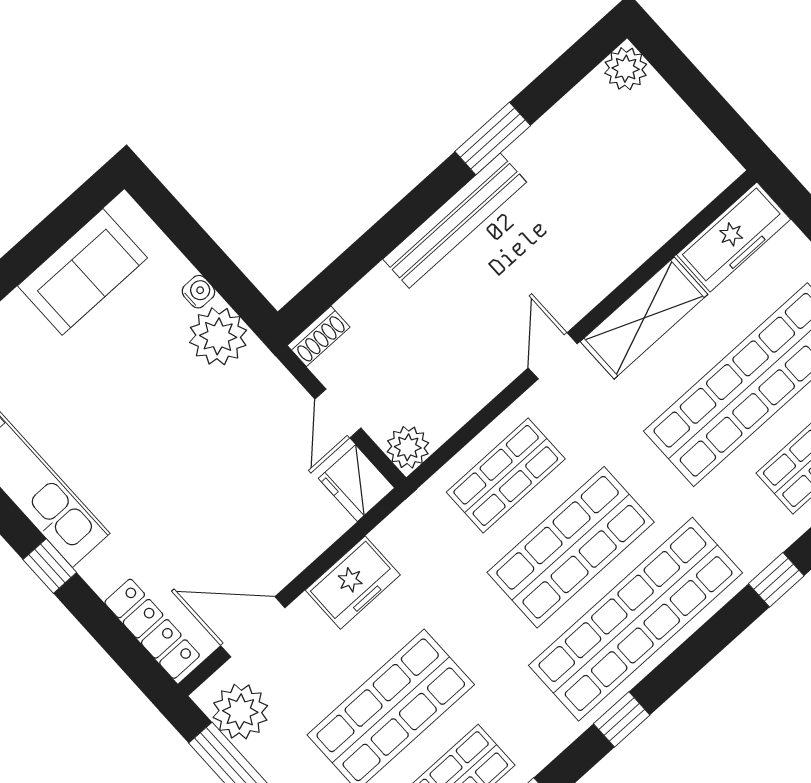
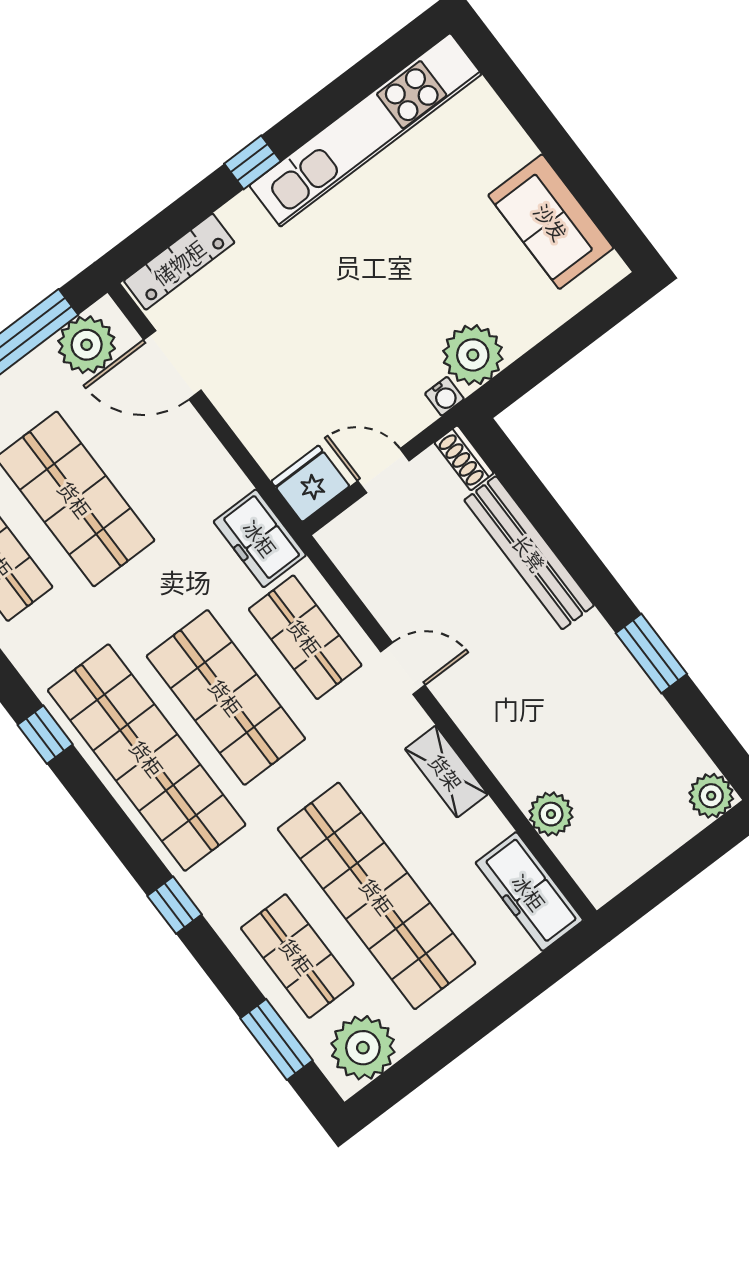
bench: (455, 221) -> (529, 553), moved
water cooler: (198, 292) -> (444, 396), moved
shelving: (644, 318) -> (446, 772), width x0.67, depth x0.75
door: (553, 356) -> (403, 668), moved
plant: (408, 447) -> (551, 814), moved
freezer: (353, 583) -> (260, 538), moved
door: (253, 627) -> (172, 365), swing flipped

